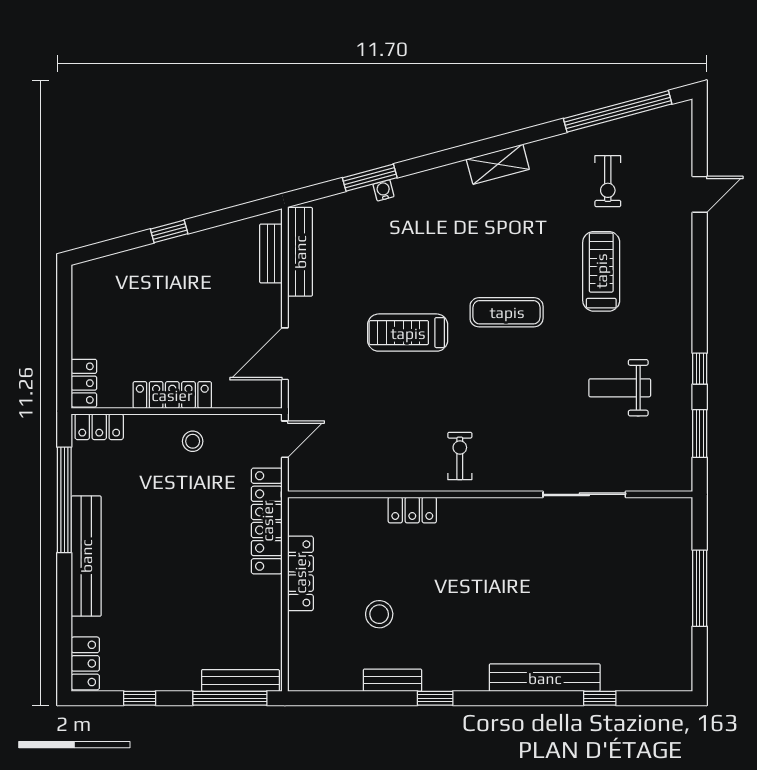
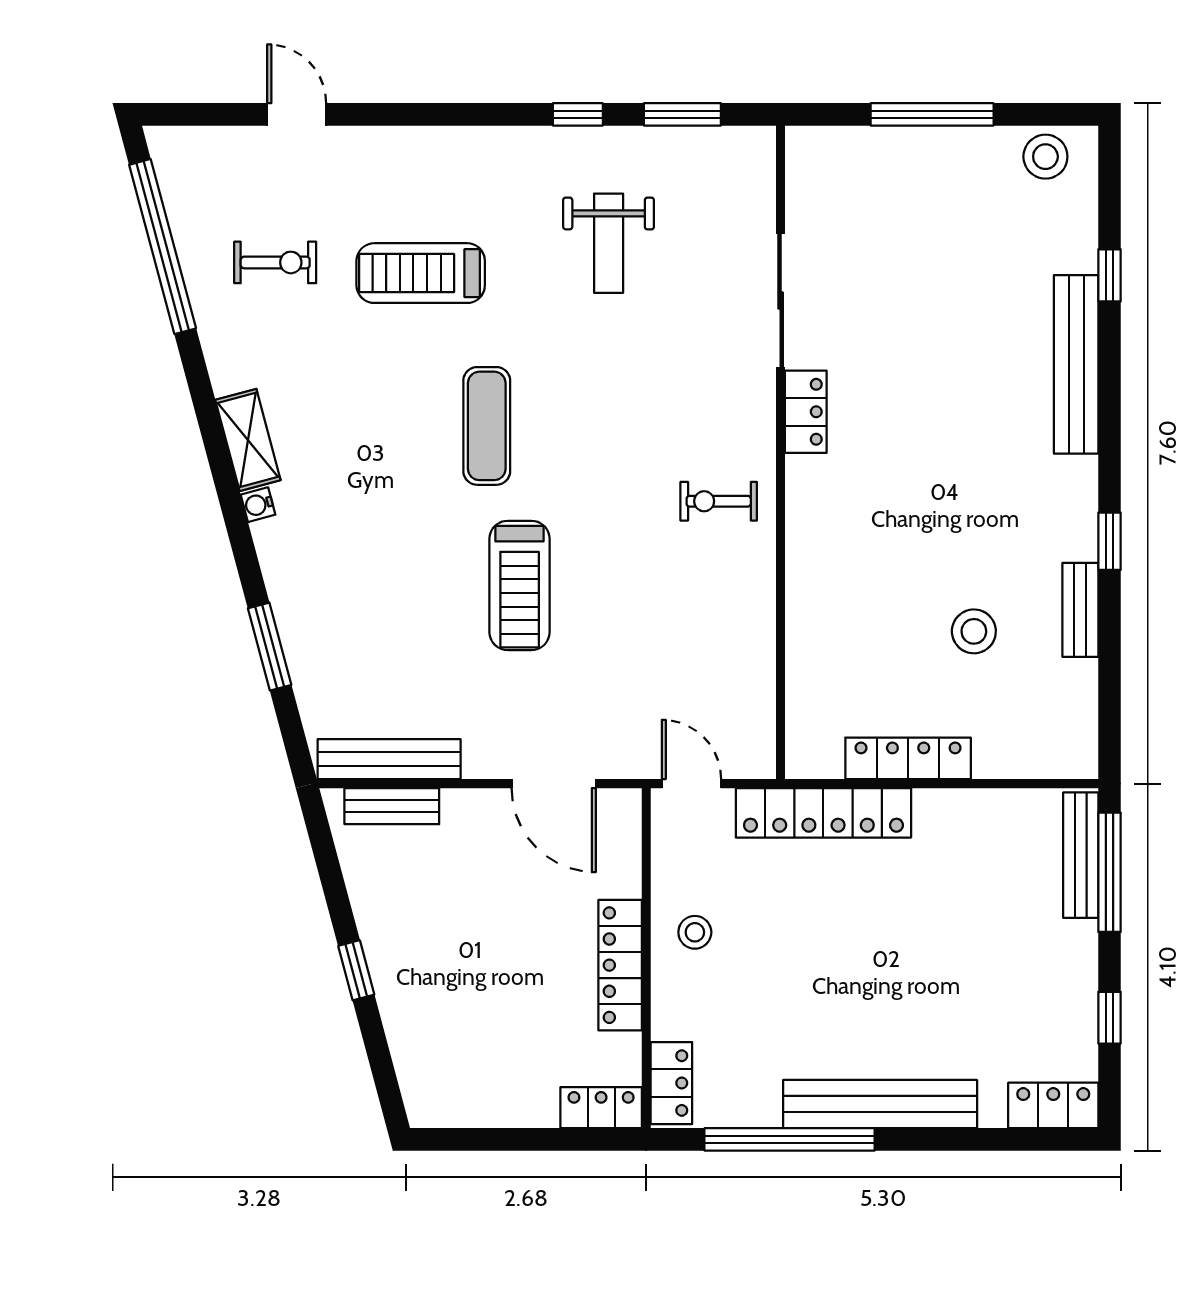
water cooler: (383, 190) -> (258, 505), moved
locker: (412, 510) -> (806, 412), moved
stool: (673, 659) -> (1045, 157), added

